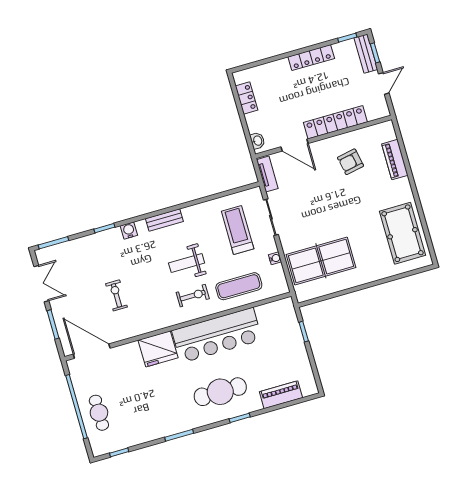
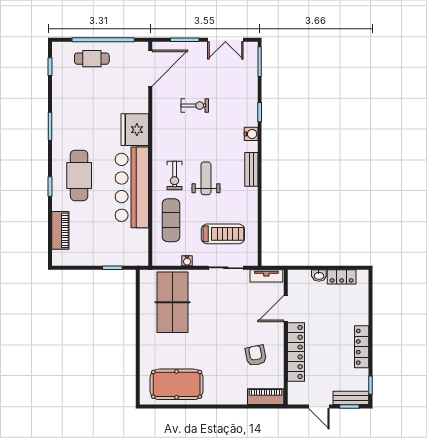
washbasin: (257, 141) -> (319, 276), moved
piano: (395, 160) -> (266, 397), moved

